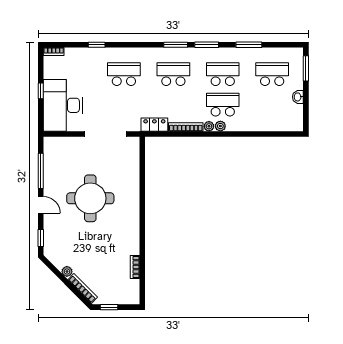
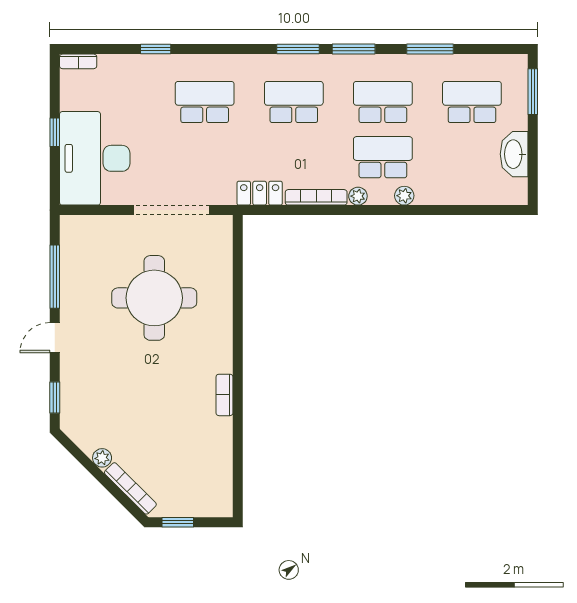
washbasin: (298, 97) -> (514, 154), width x1.91, depth x1.45
plant: (220, 126) -> (404, 196), moved
round table: (90, 198) -> (154, 298), moved
door: (41, 205) -> (55, 338), swing flipped
bookcase: (135, 267) -> (224, 395), moved

